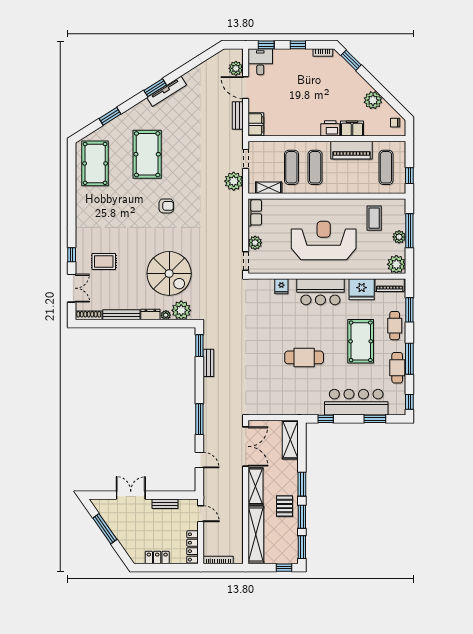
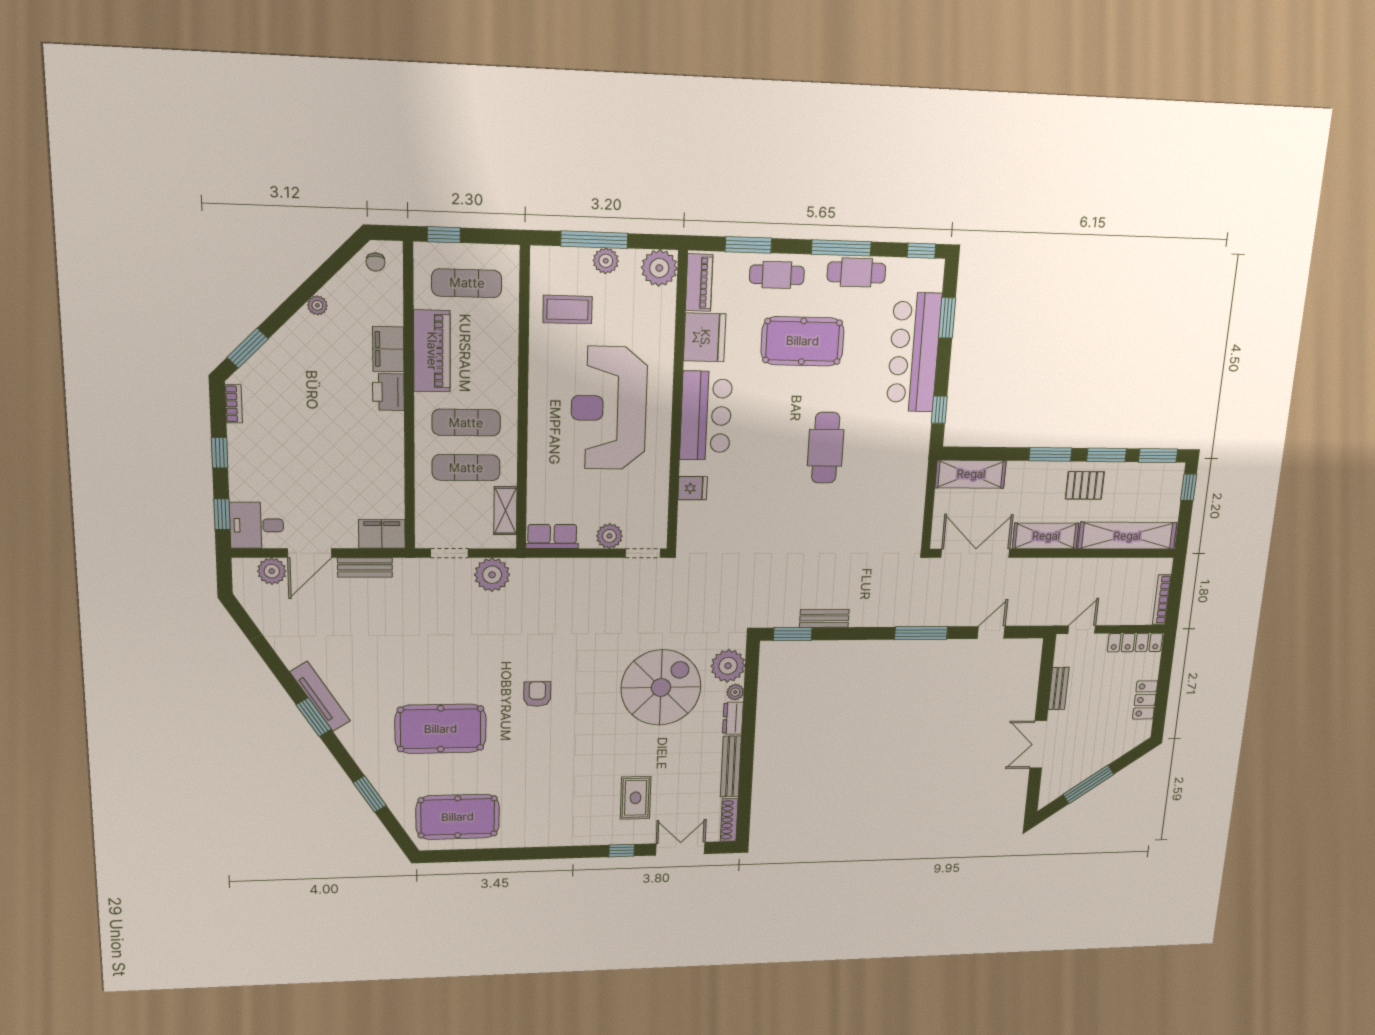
plant: (373, 100) -> (317, 305), width x0.53, depth x0.53
window: (409, 176) -> (444, 235), moved

